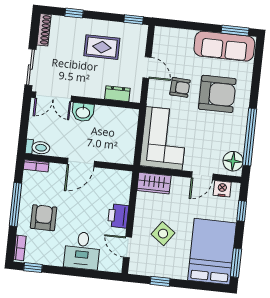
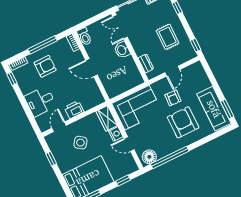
armchair: (217, 94) -> (183, 122), turned 180
nightstand: (222, 189) -> (116, 134), moved

